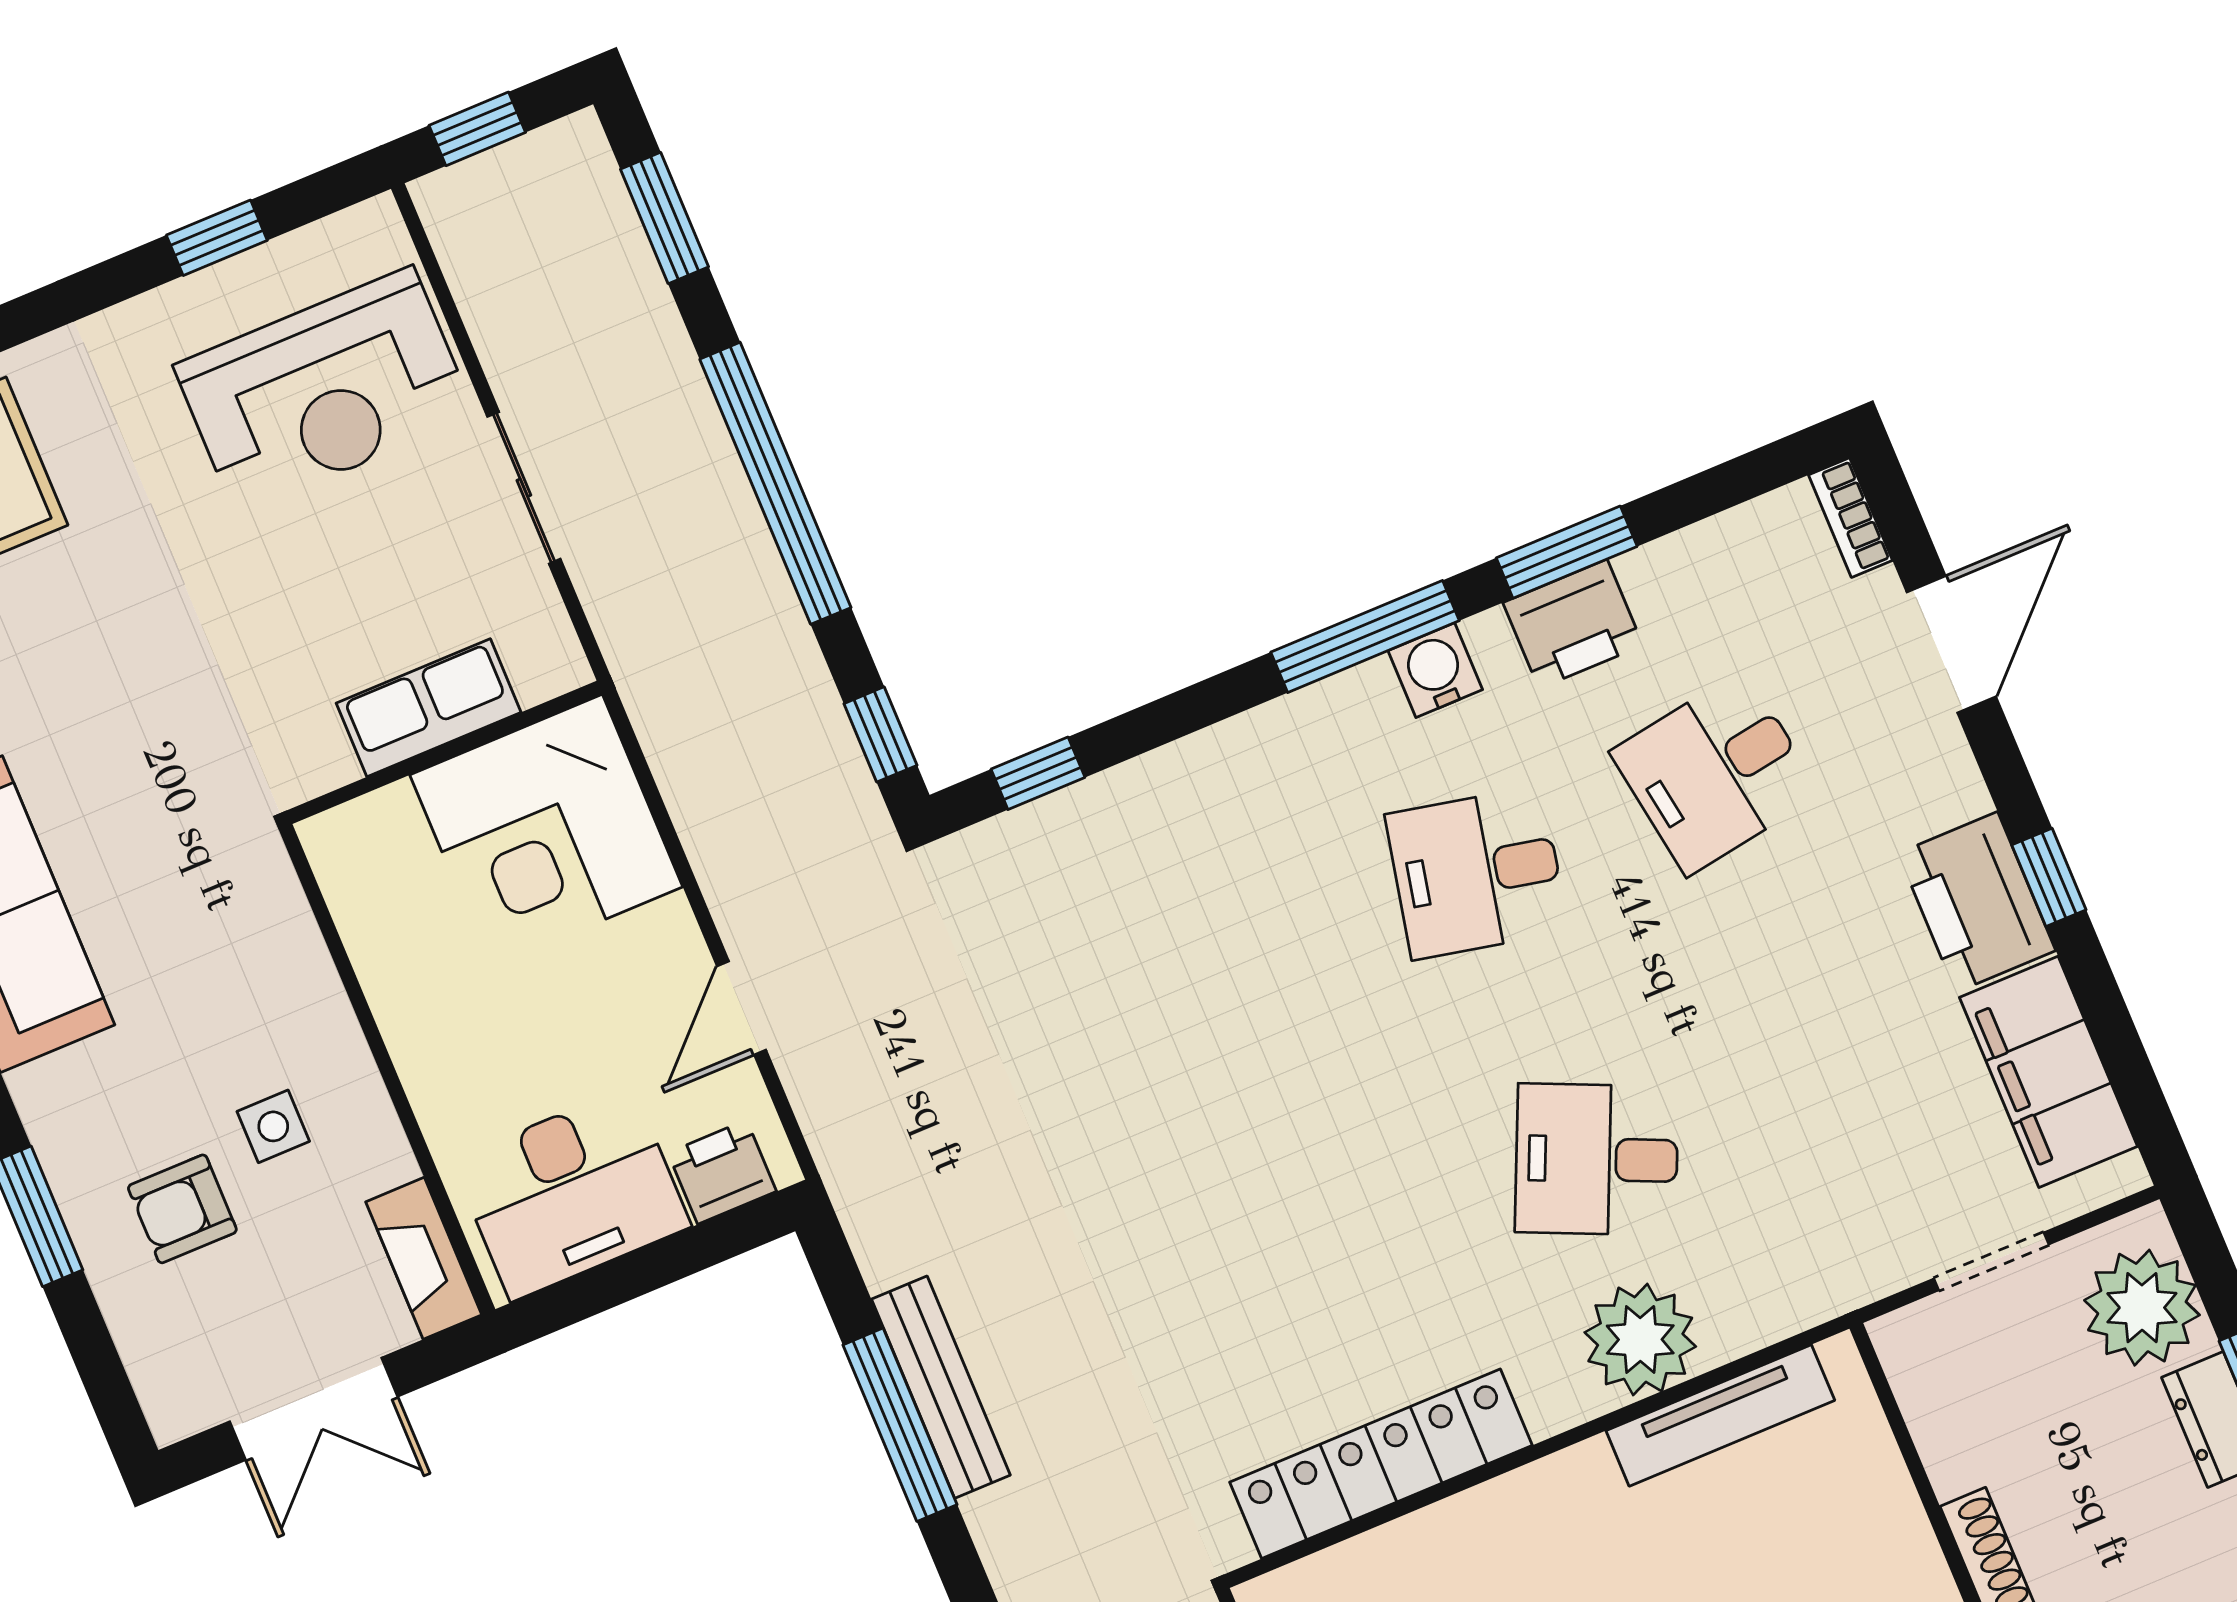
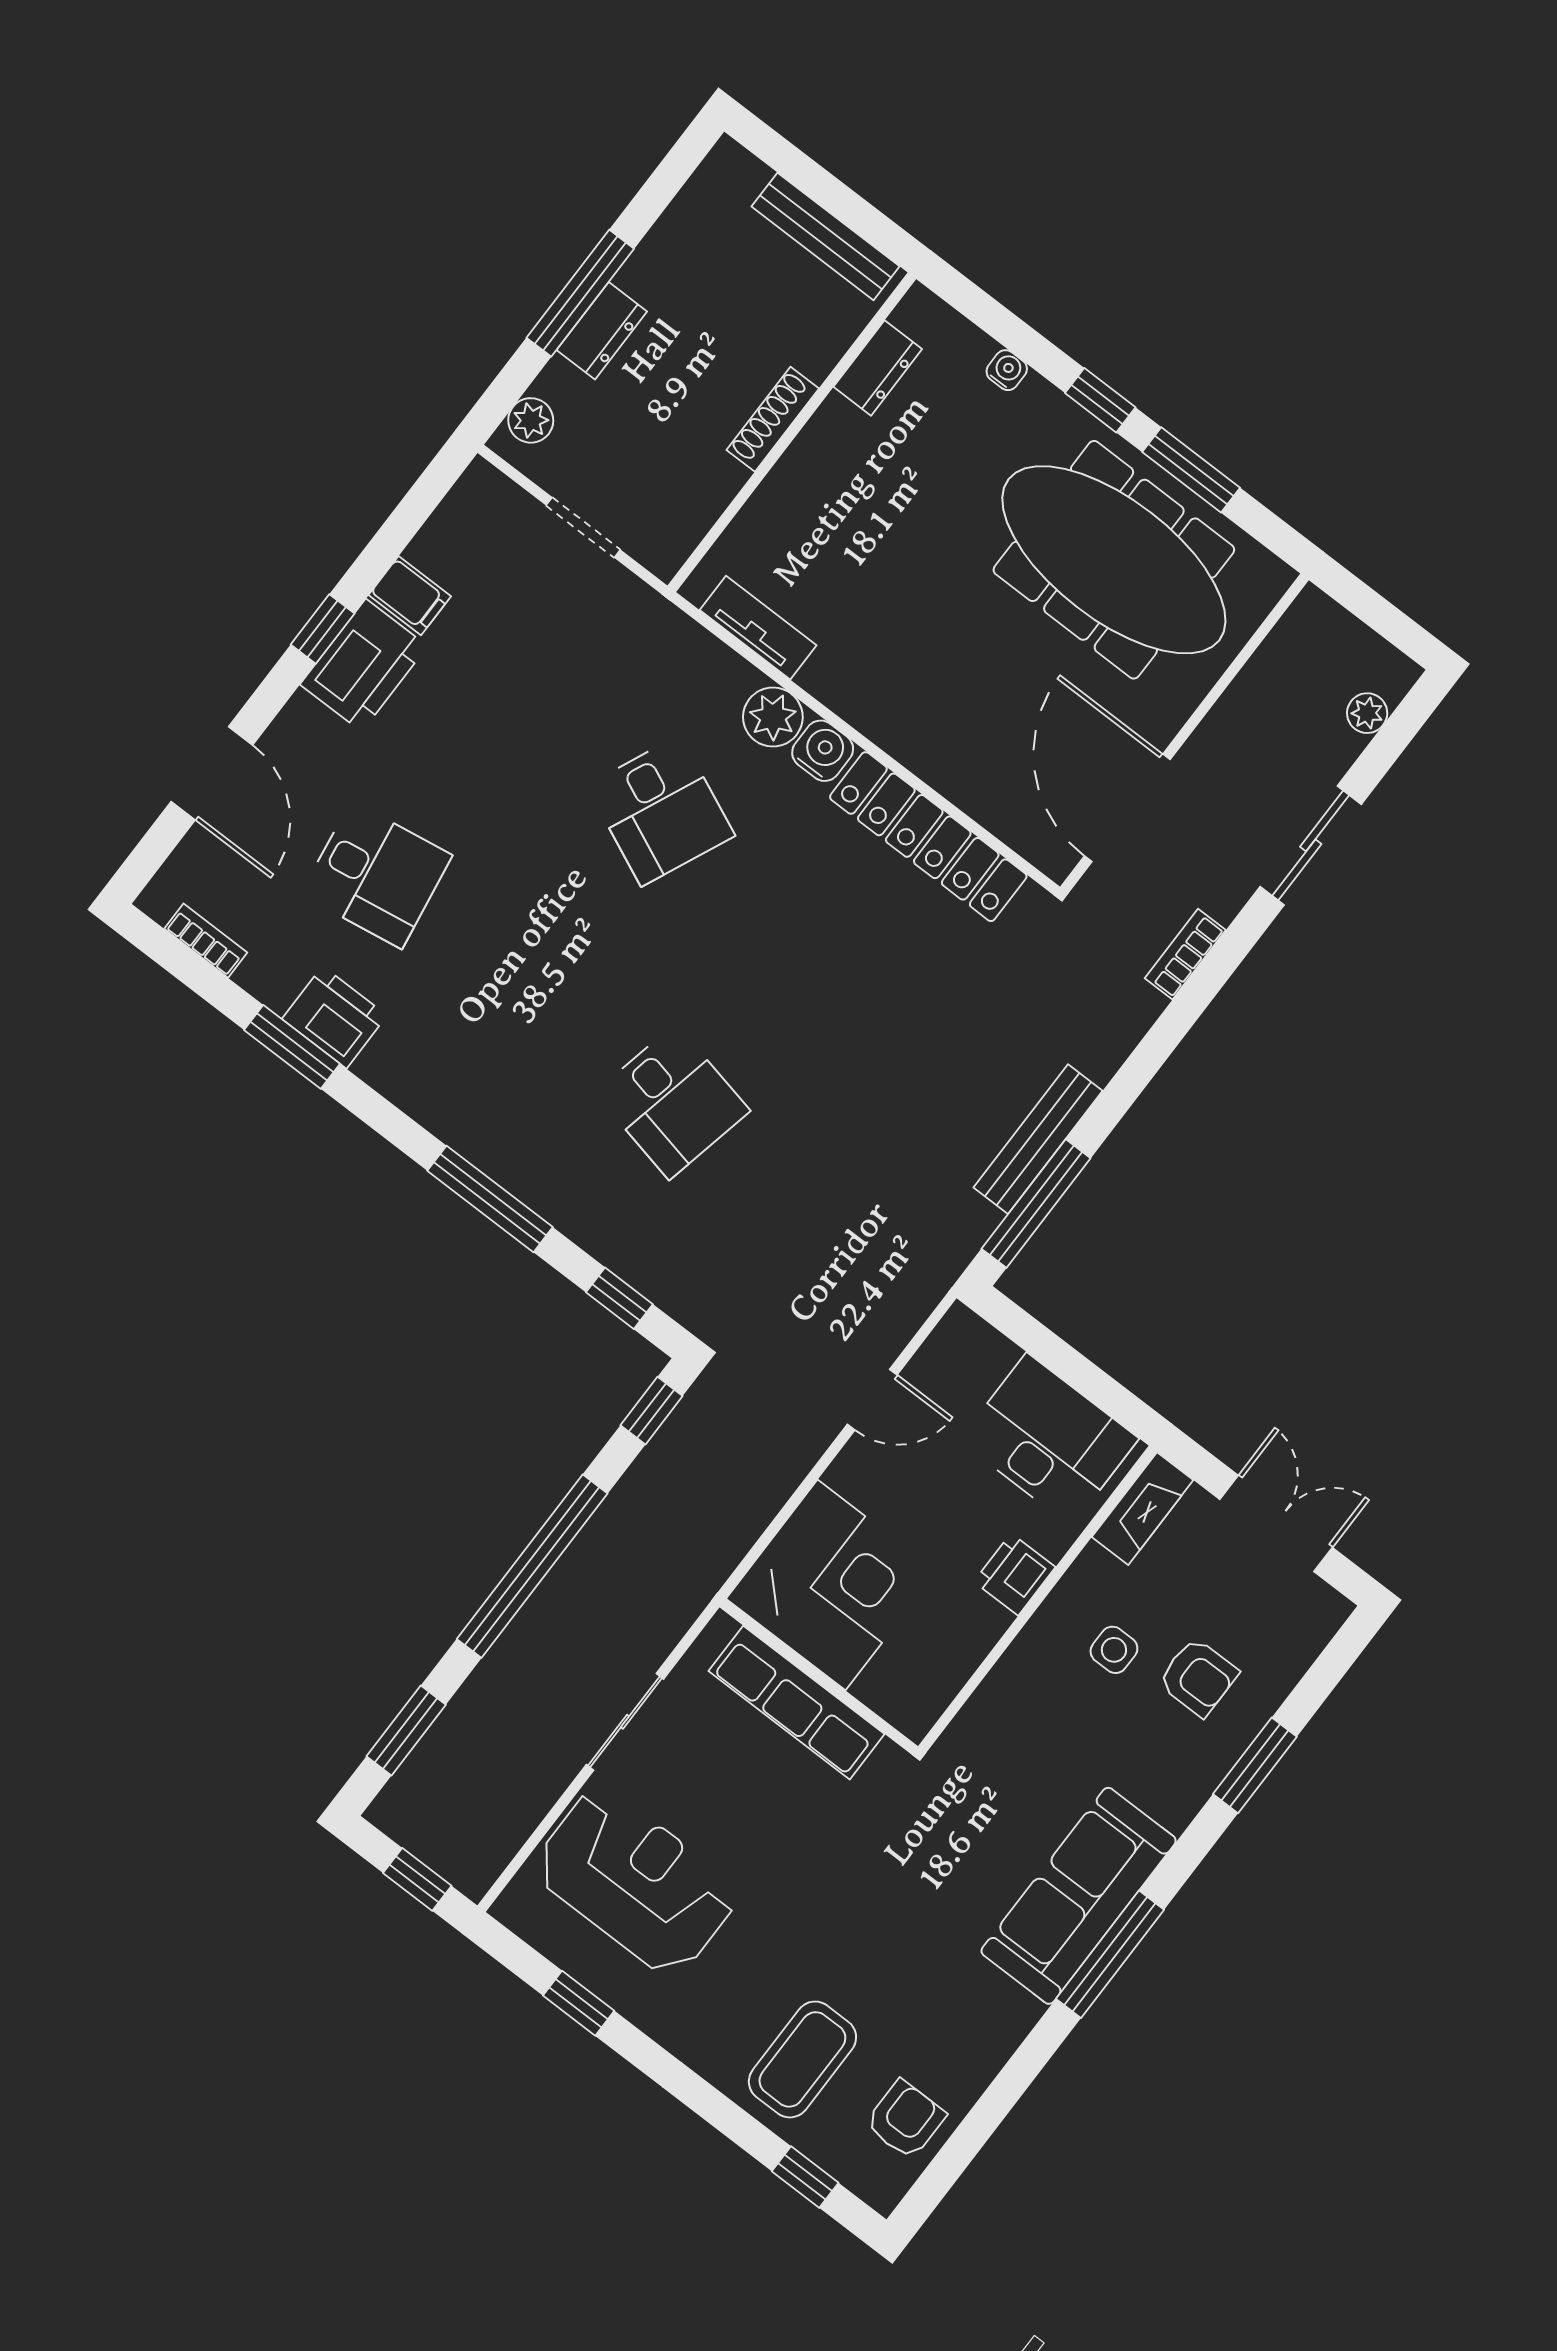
bookcase: (1850, 518) -> (206, 941), moved, turned -90
window: (1365, 636) -> (490, 1199), moved
door: (1951, 644) -> (212, 773), swing flipped
water cooler: (1435, 670) -> (823, 751), moved, turned 180
row of seats: (429, 708) -> (797, 1703), width x1.48
desk: (1477, 873) -> (672, 1102), moved
filing cabinet: (2048, 1072) -> (410, 596), width x0.33, depth x0.86
printer: (722, 1172) -> (1015, 1574), moved, turned 90
plant: (2142, 1308) -> (531, 420), width x0.53, depth x0.53
plant: (1640, 1339) -> (773, 717), width x0.73, depth x0.73
tv unit: (1720, 1415) -> (758, 628), width x0.71
window: (900, 1425) -> (1036, 1203), moved

